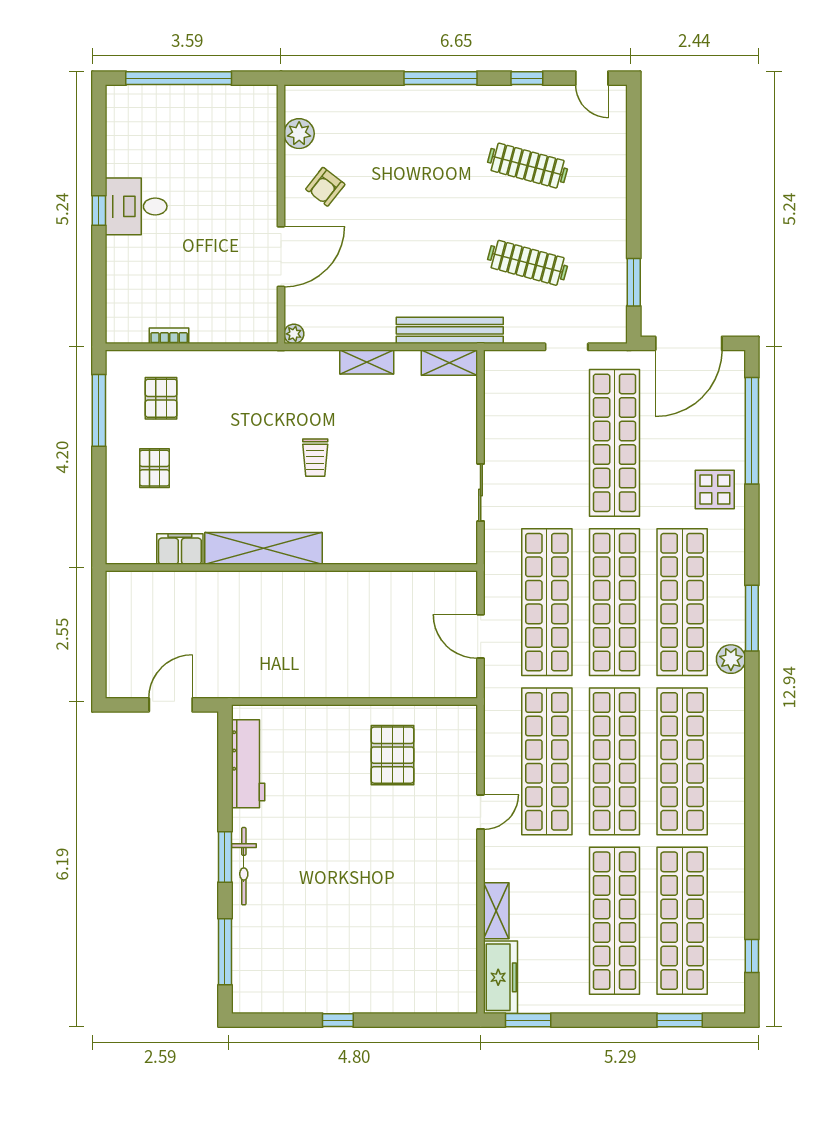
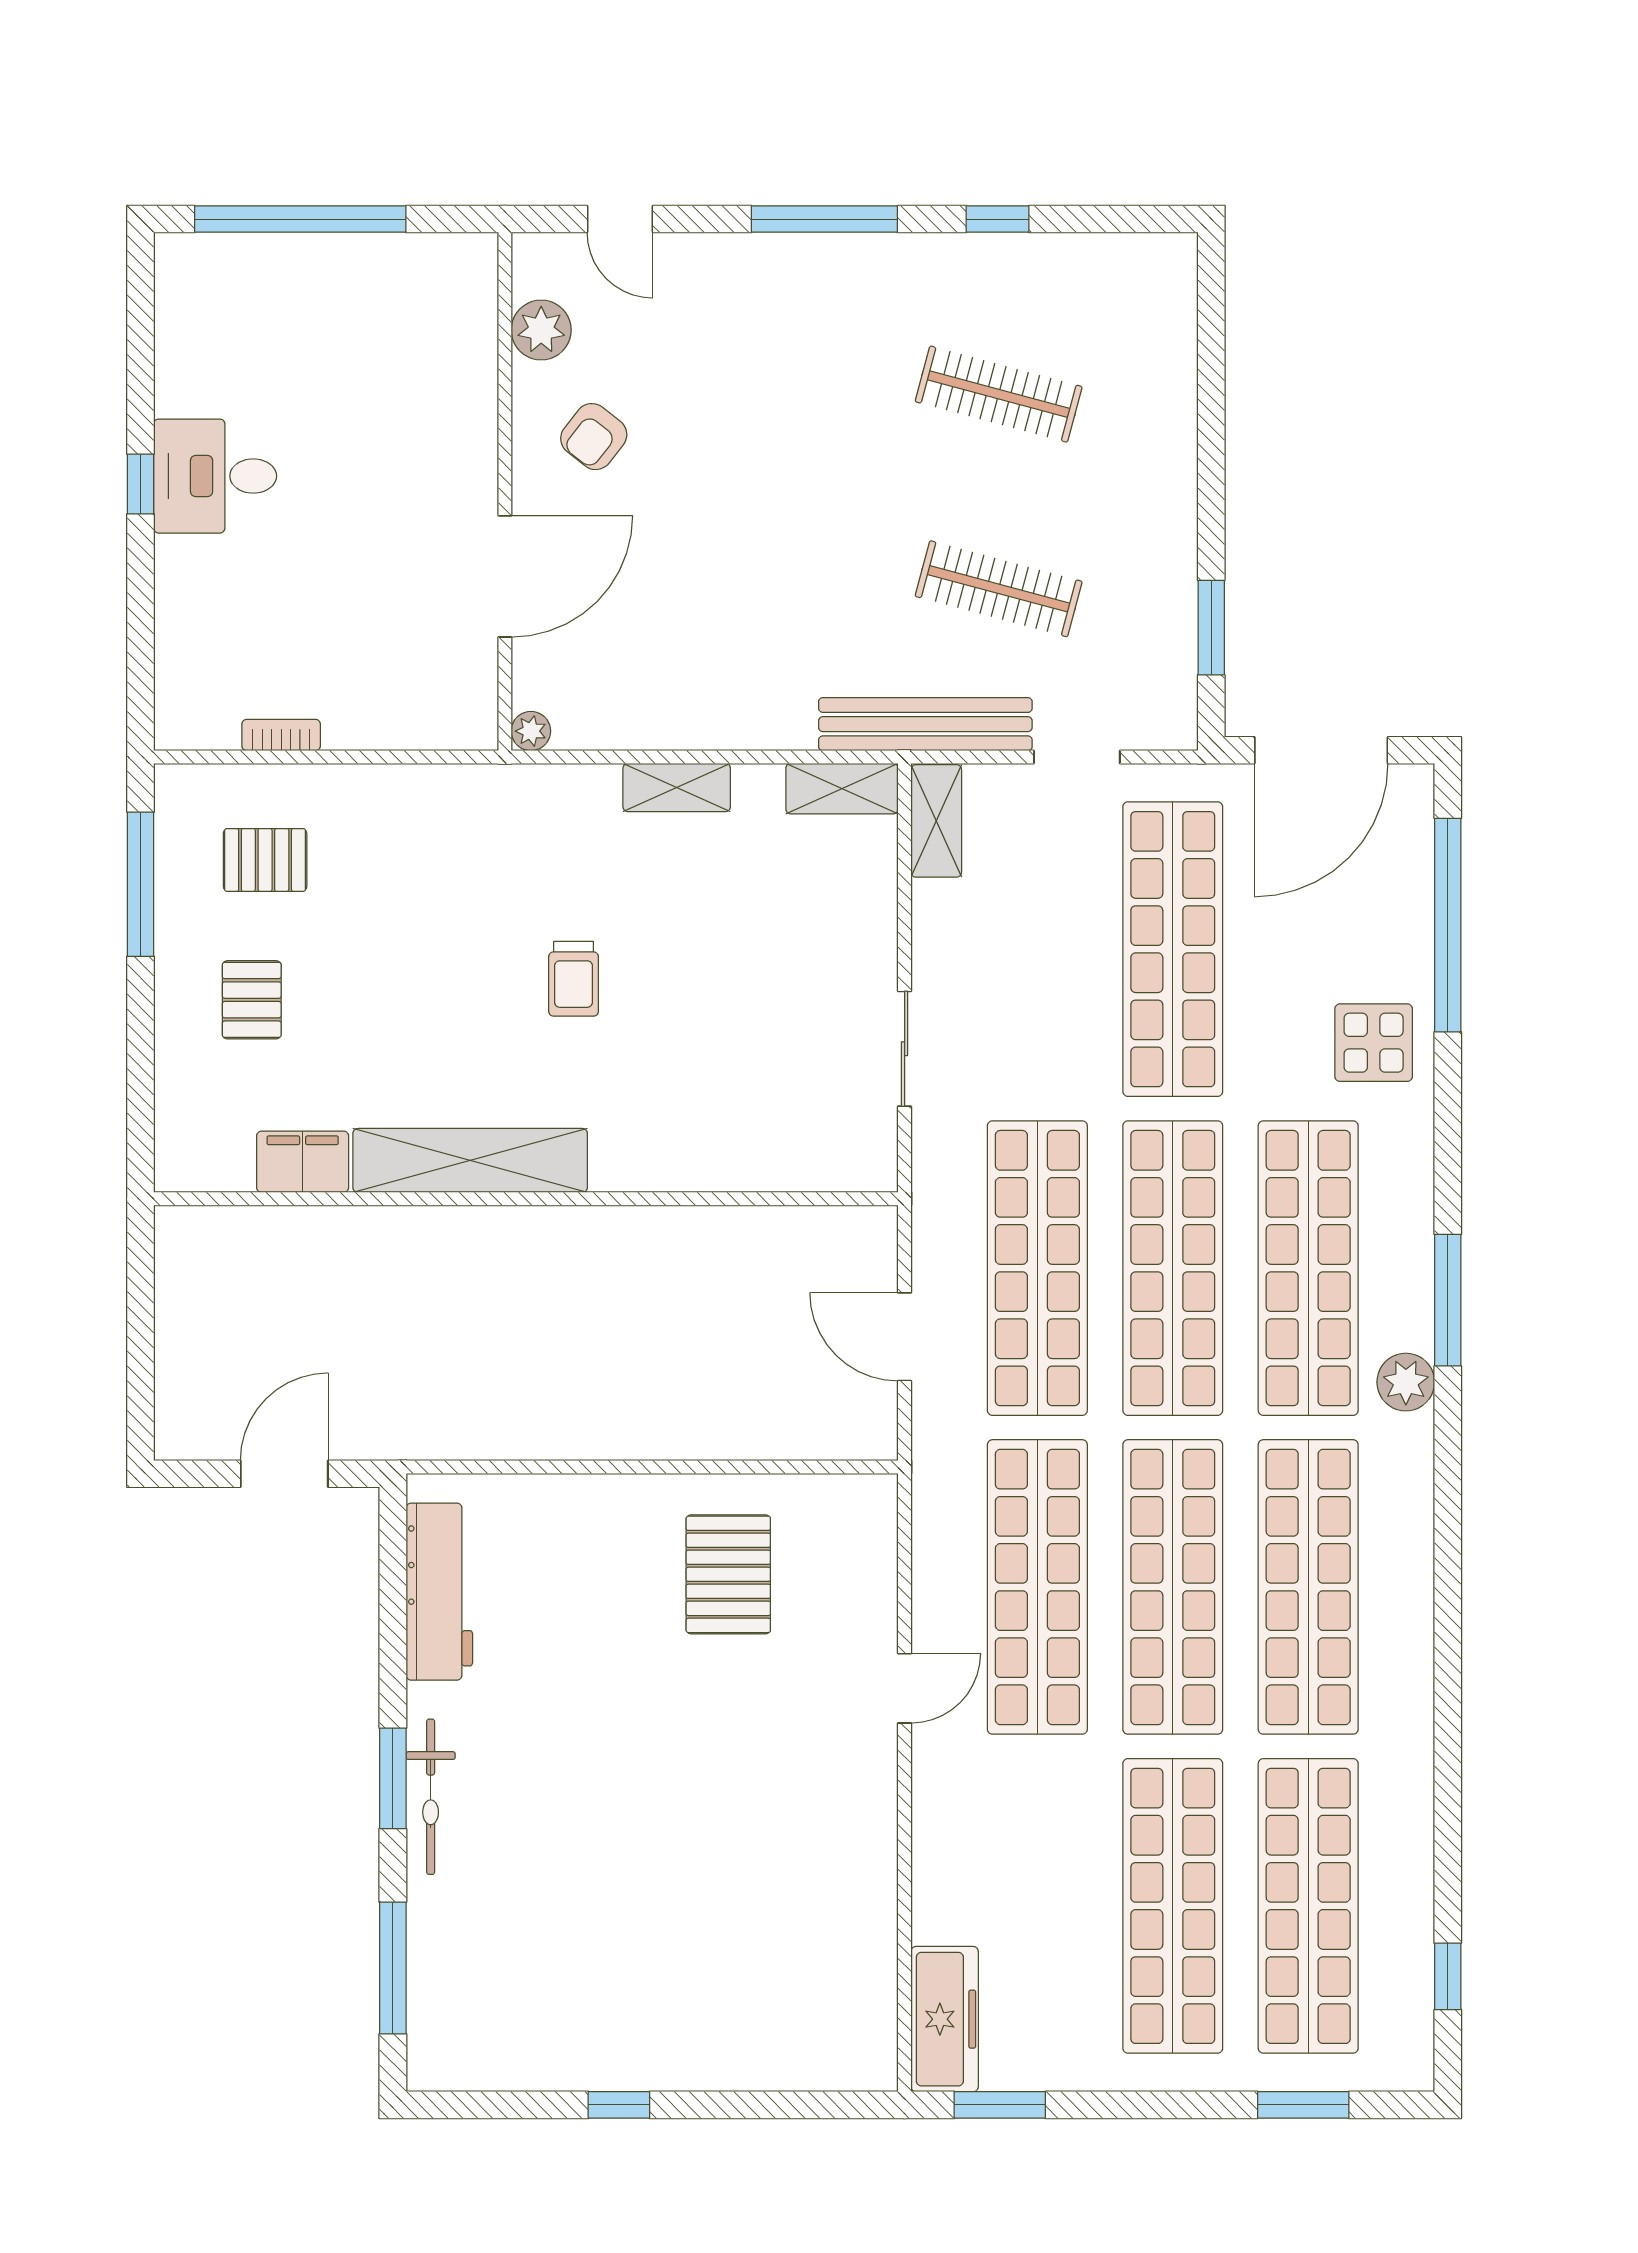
door: (592, 78) -> (620, 219), moved
bench: (450, 330) -> (925, 724), moved
pallet: (161, 398) -> (265, 860), turned 90
shelving: (496, 911) -> (936, 821), moved

